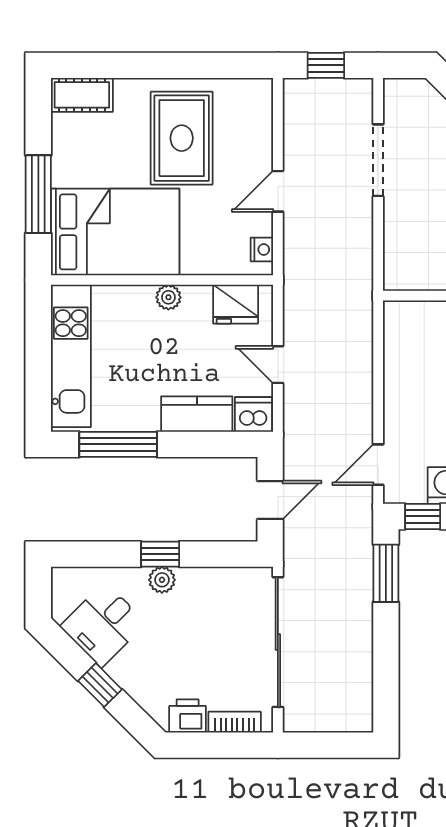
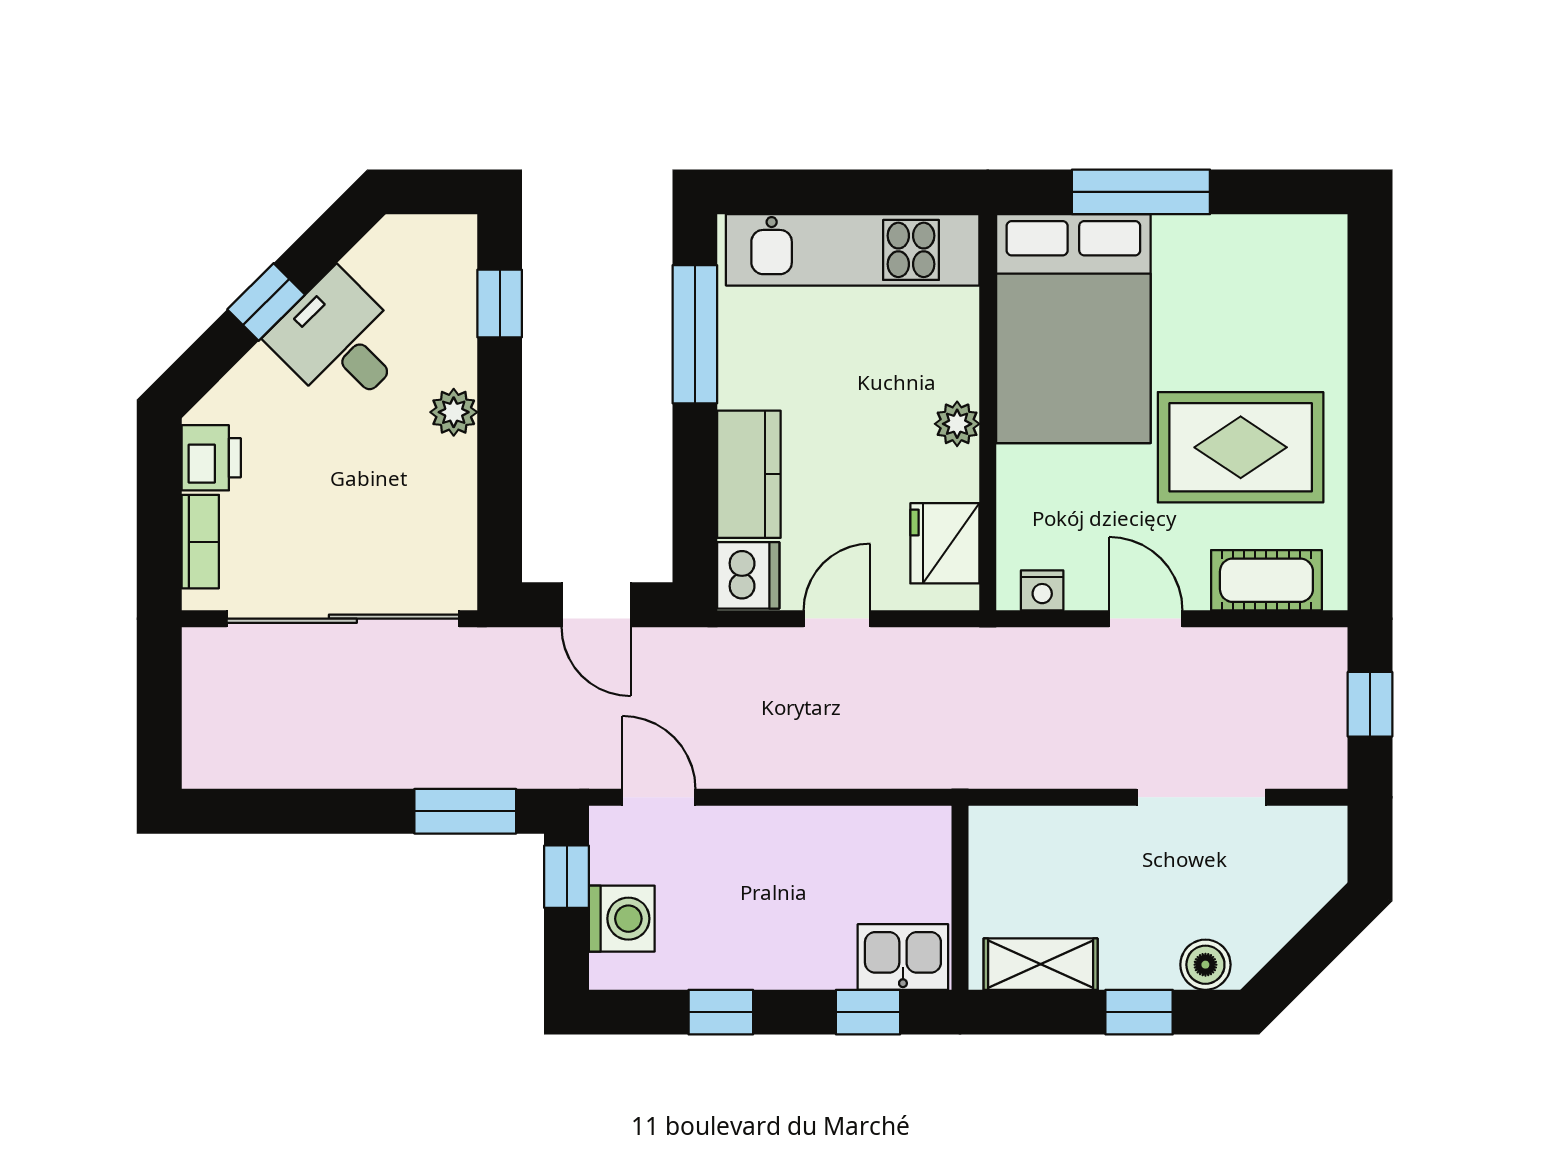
cot: (82, 95) -> (1266, 580), moved, turned 90
window: (160, 554) -> (500, 304), moved
desk: (103, 625) -> (339, 342), moved

